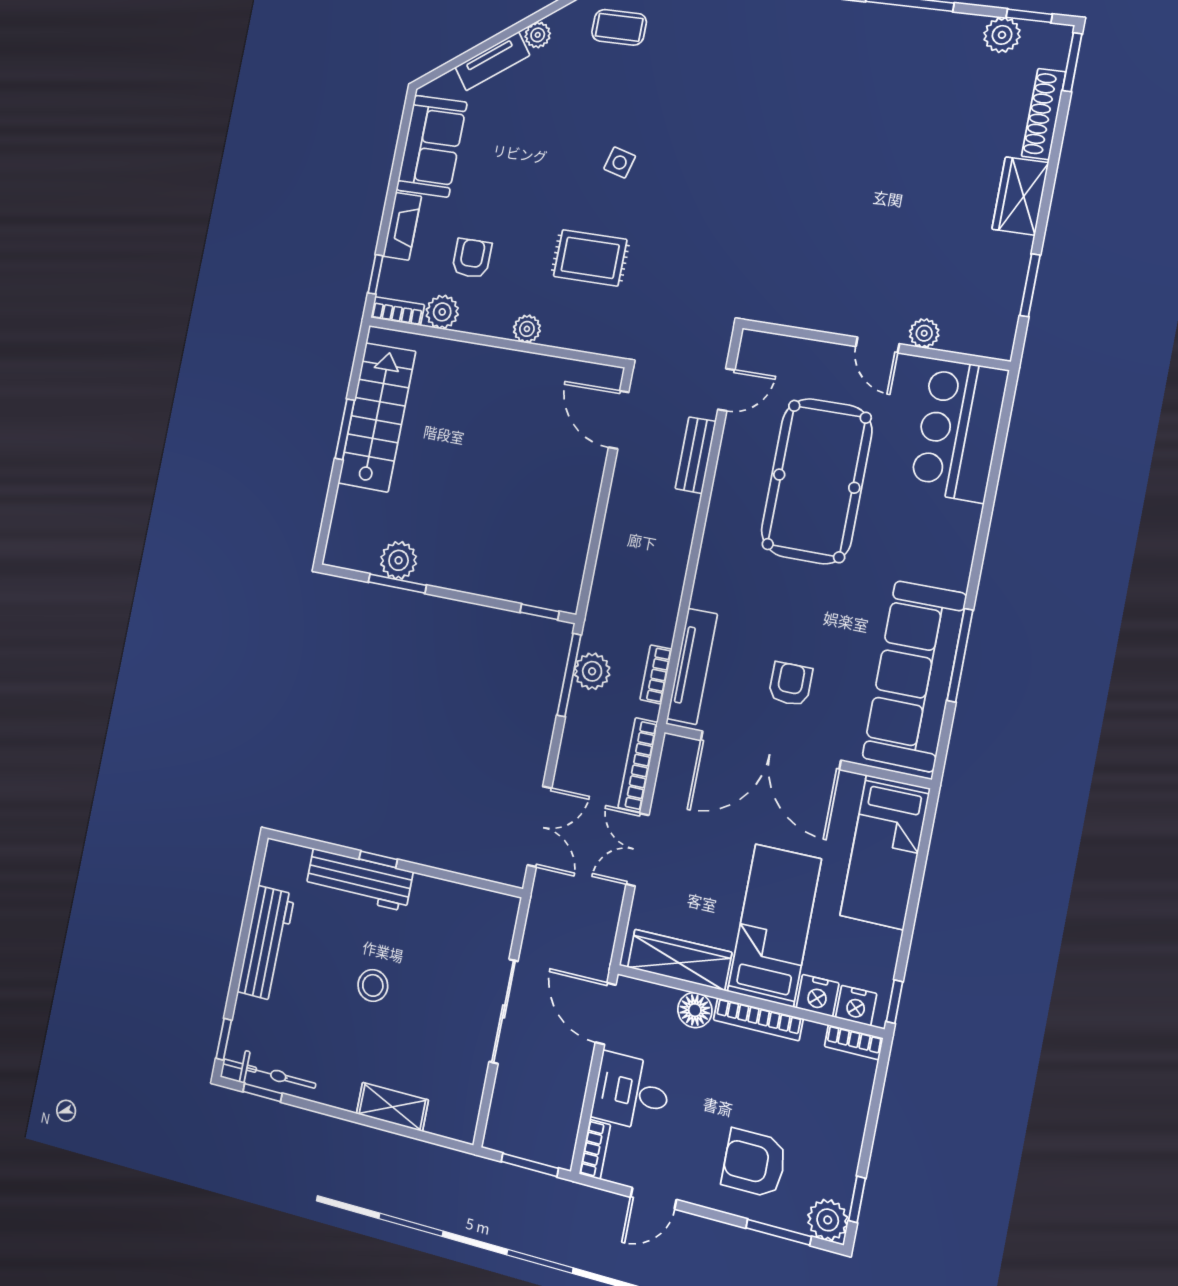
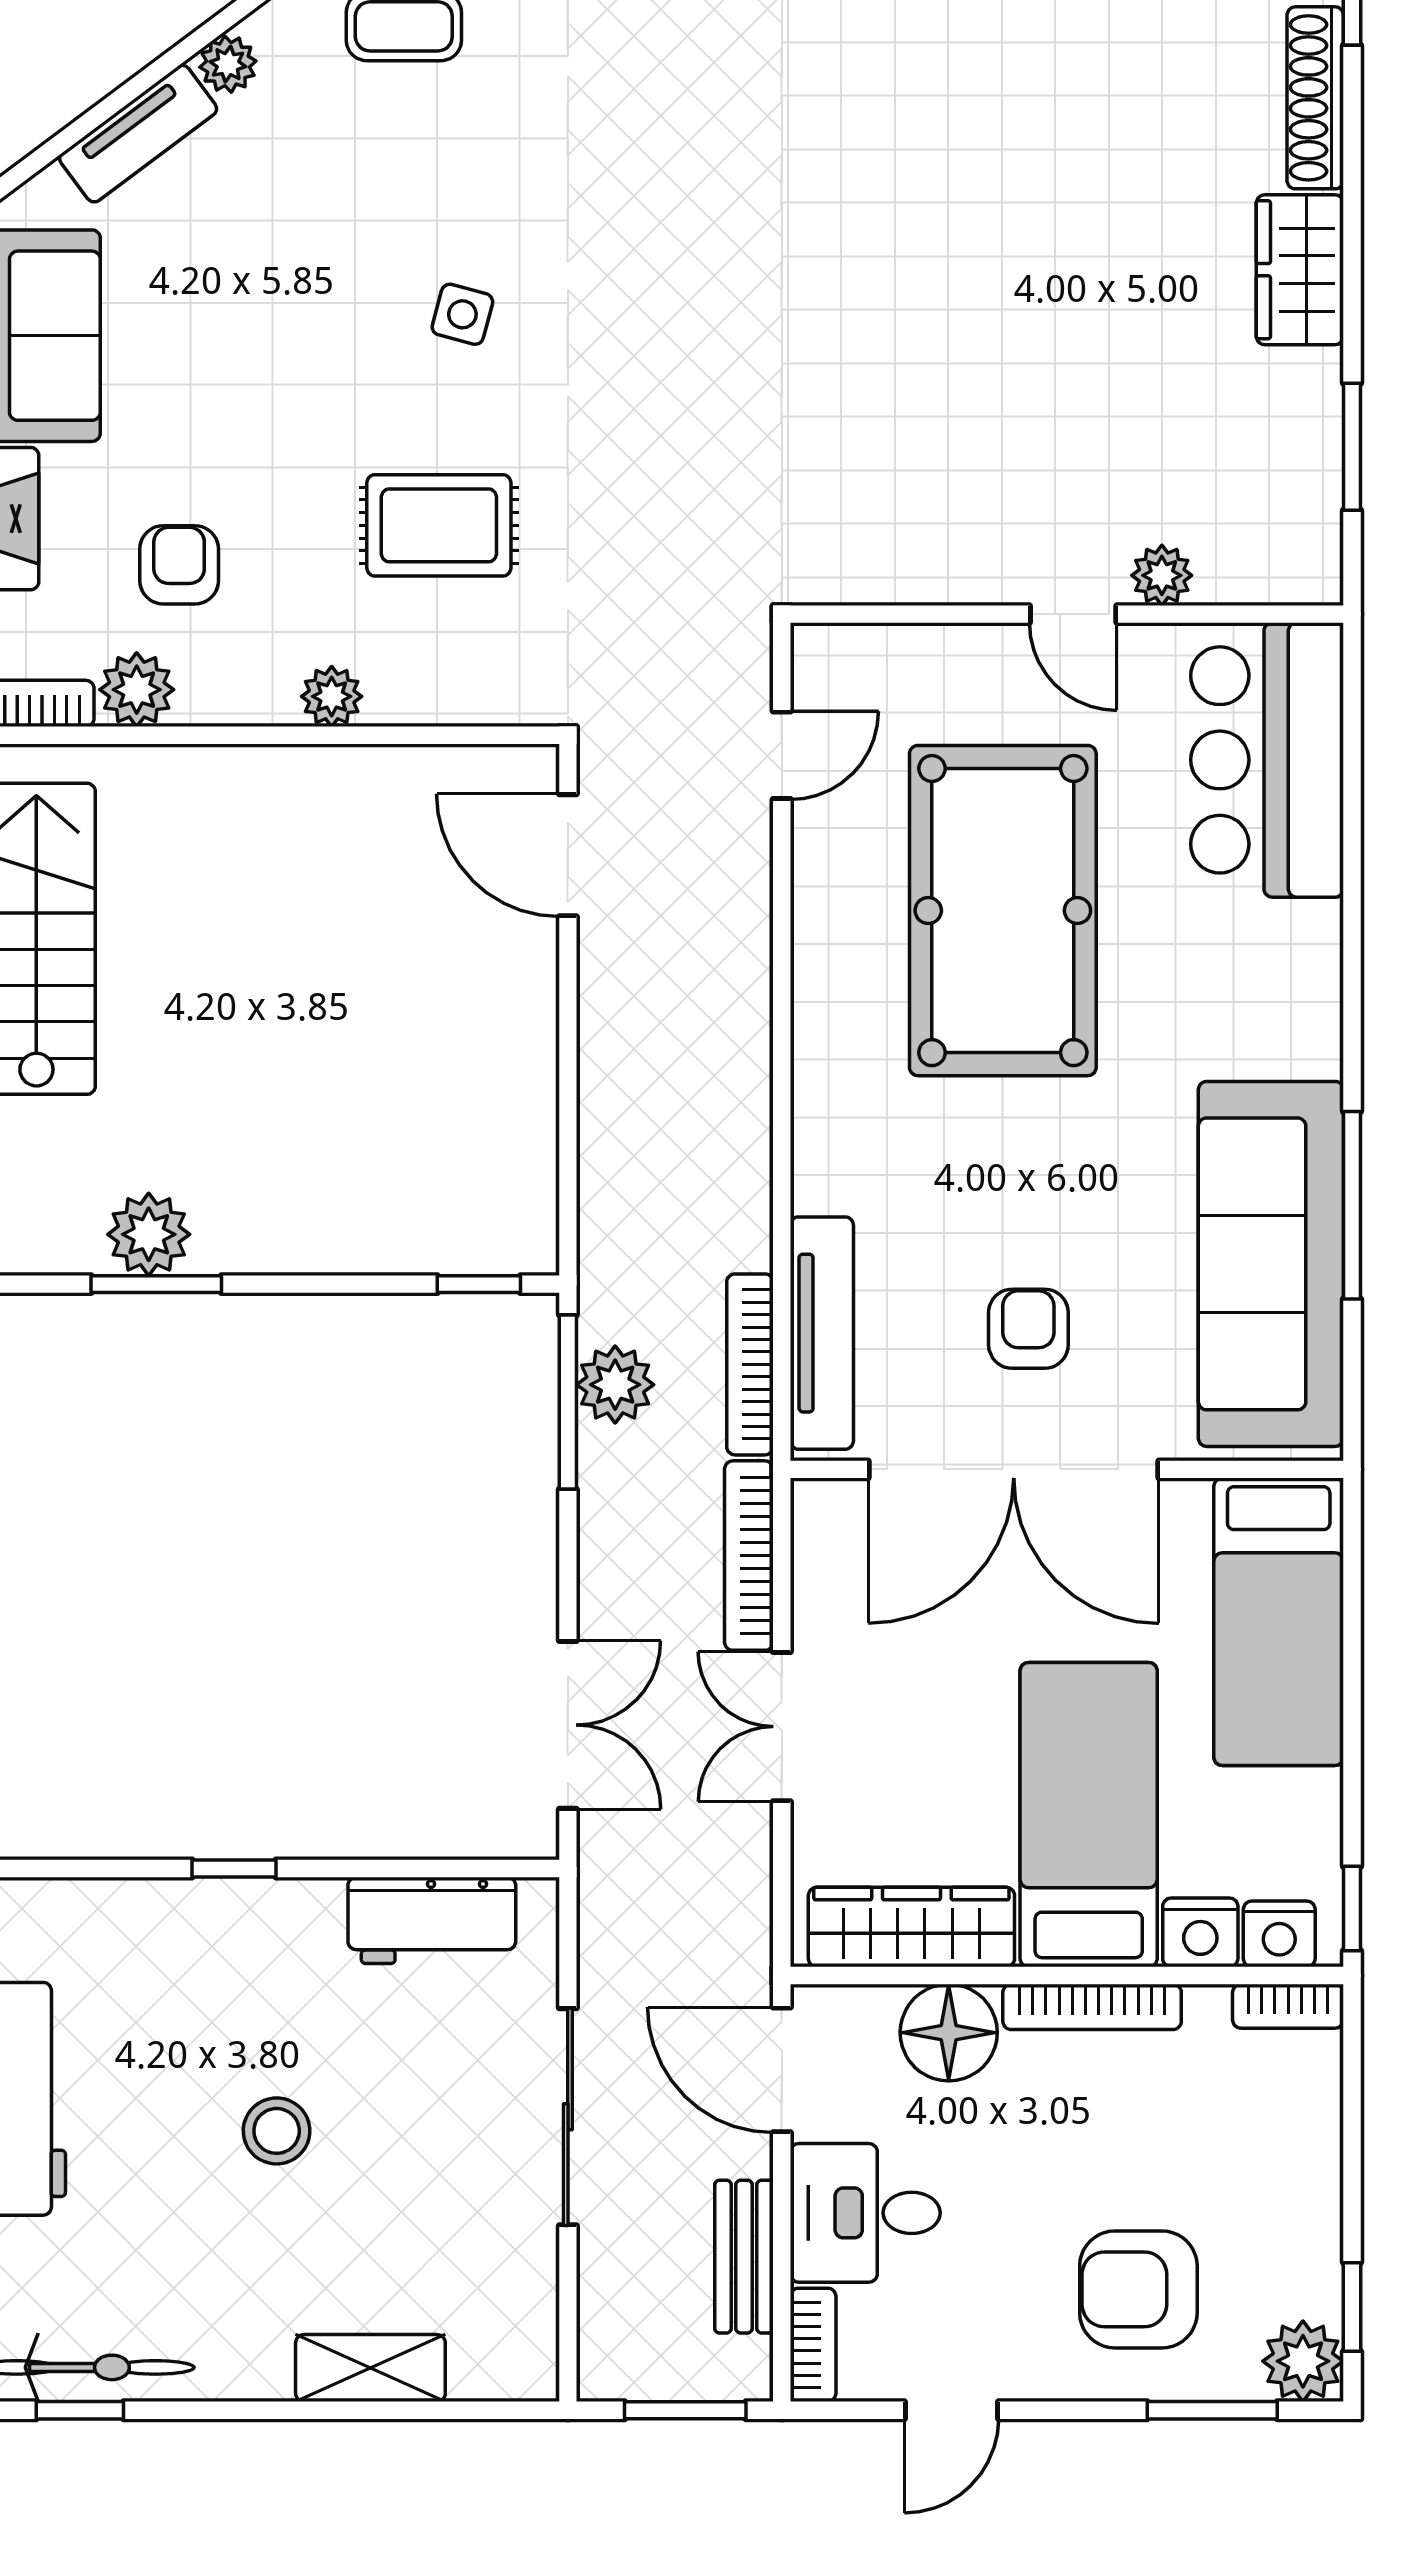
bench: (695, 455) -> (744, 2257), moved
bookcase: (656, 674) -> (750, 1364), width x1.56
workbench: (359, 880) -> (432, 1920), moved, width x0.73
floor lamp: (695, 1010) -> (949, 2033), width x1.38, depth x1.38

